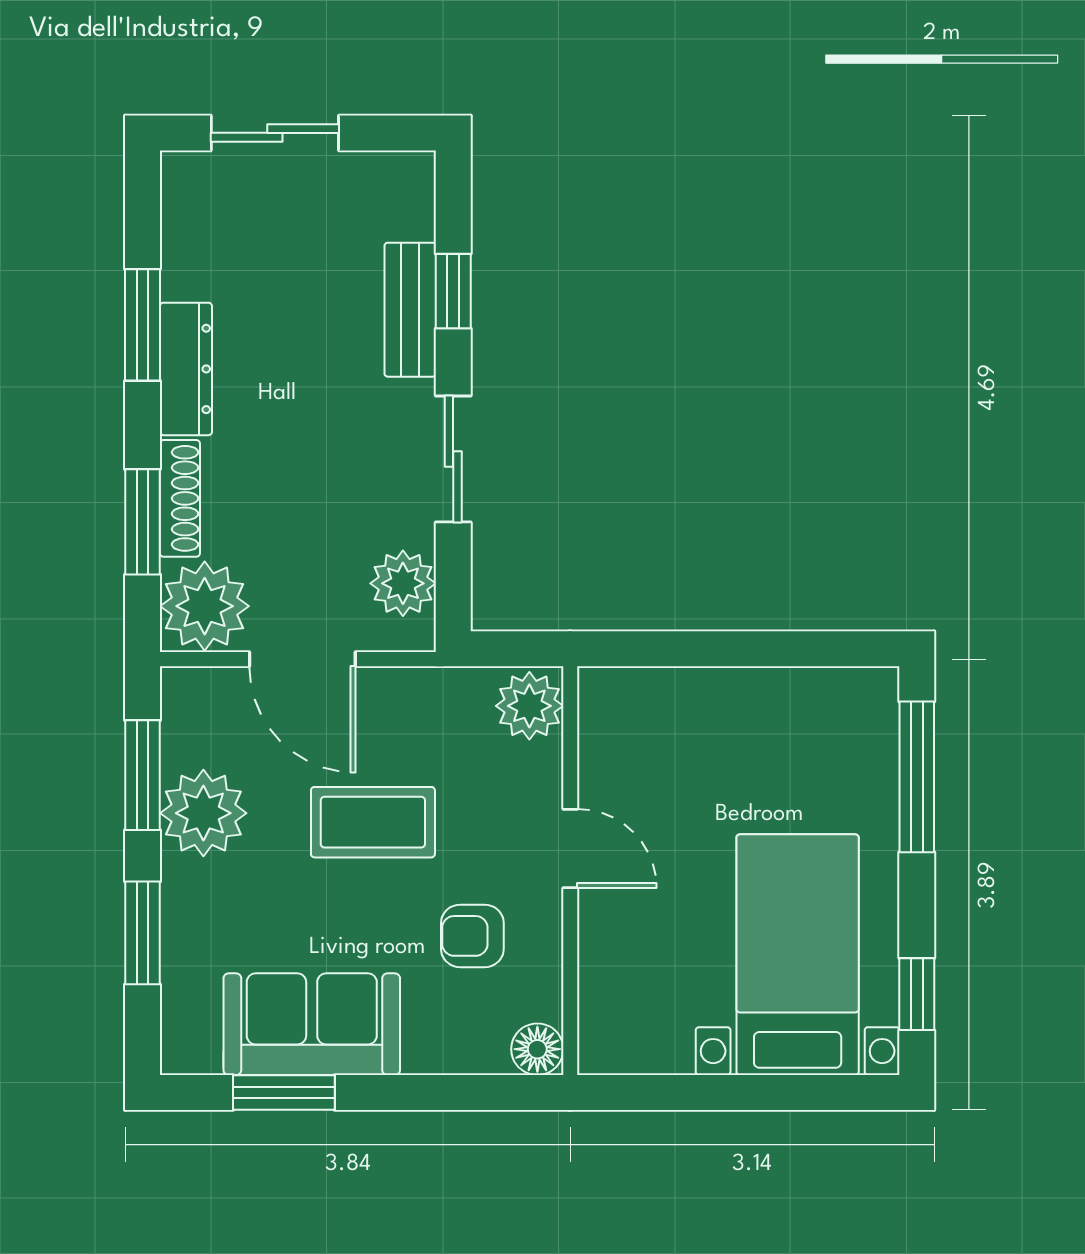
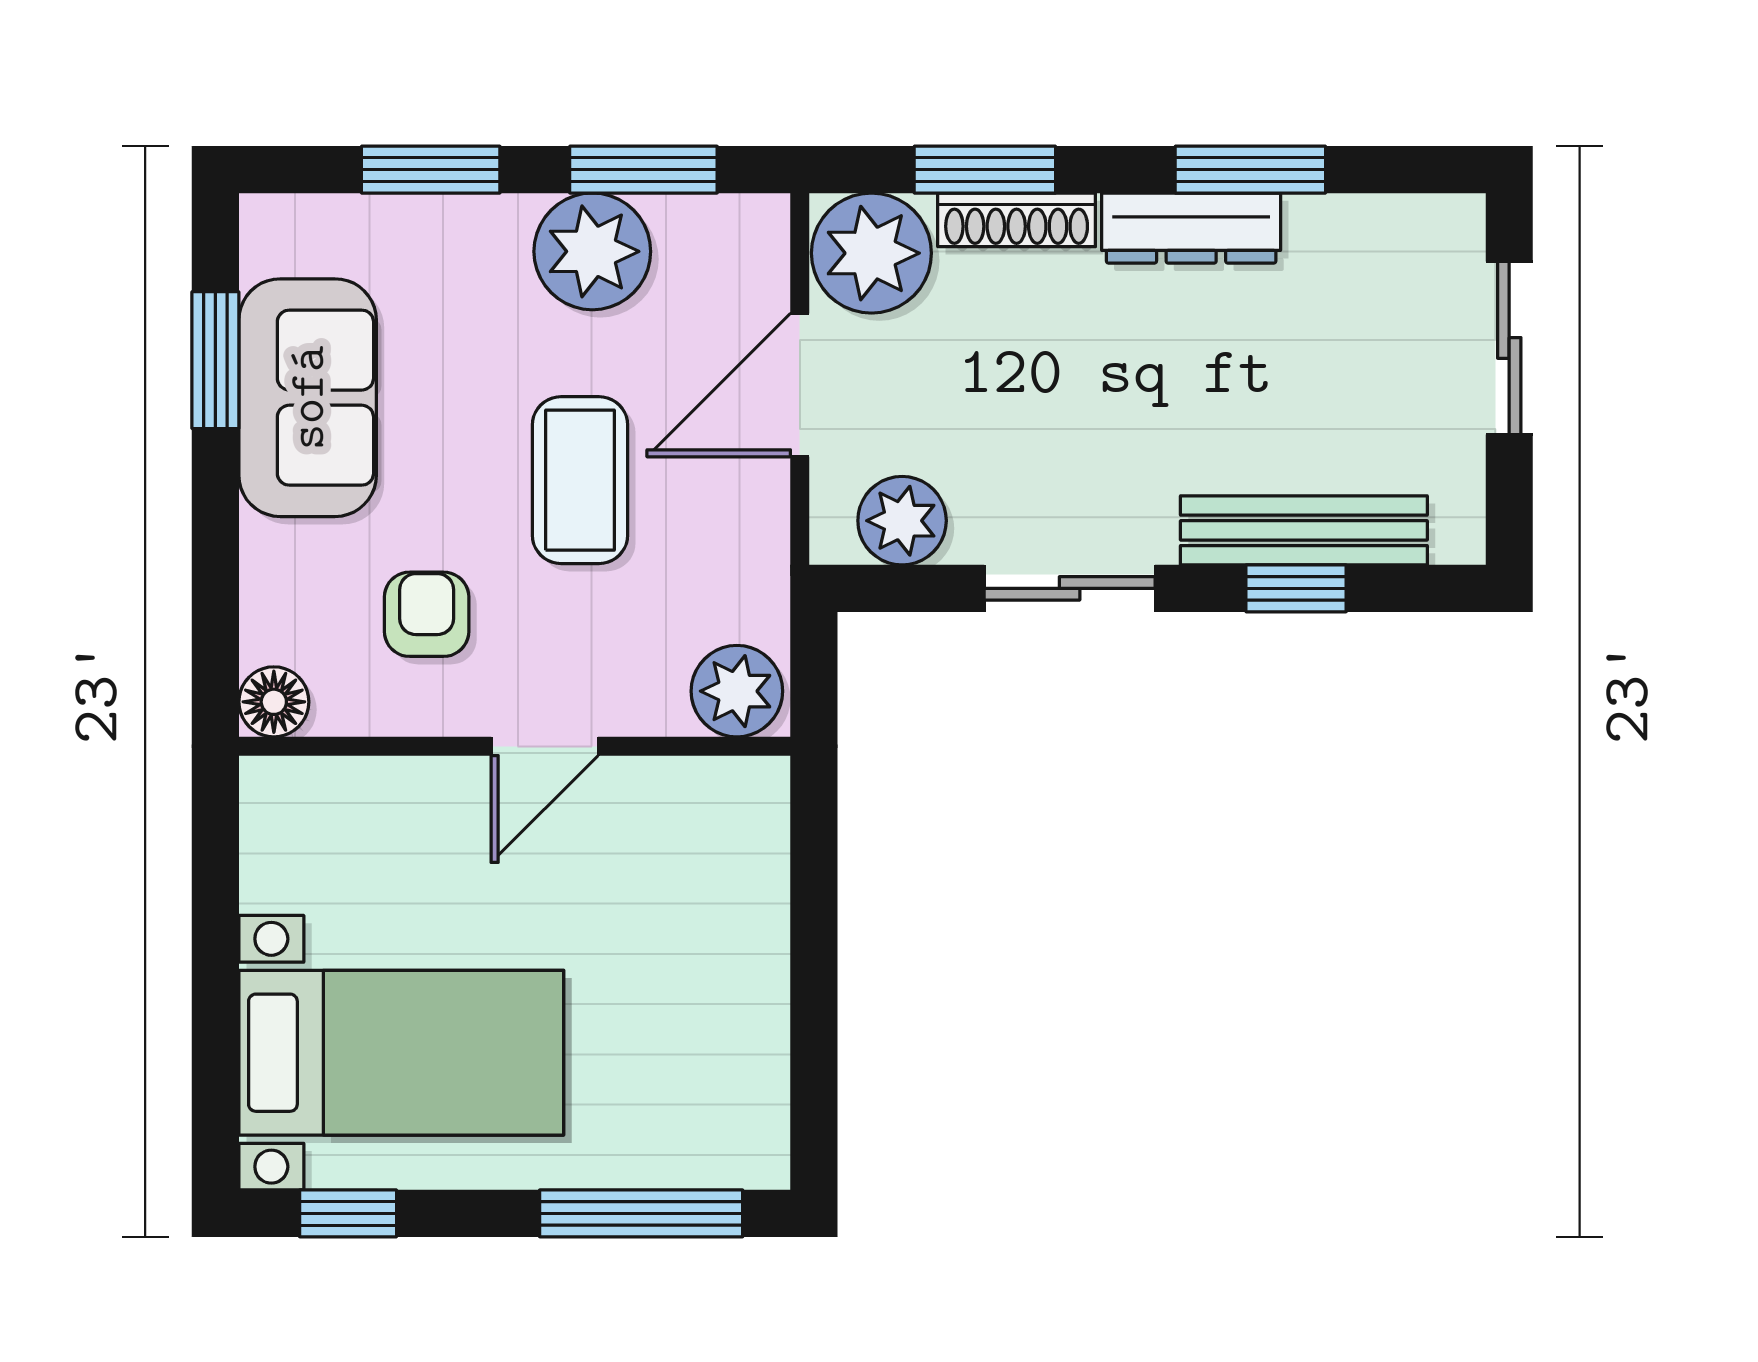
bench: (410, 310) -> (1304, 530), width x1.36

